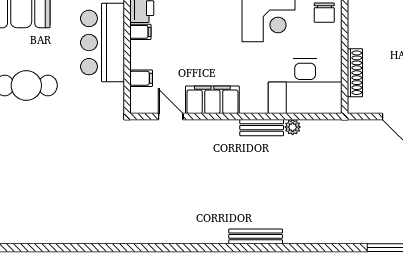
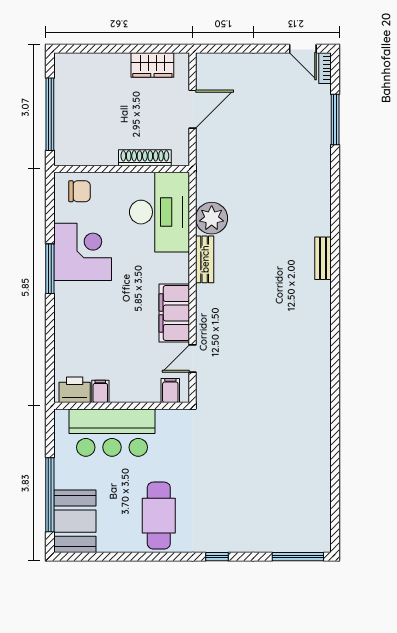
filing cabinet: (141, 78) -> (170, 391), moved
plant: (293, 127) -> (212, 218), width x1.87, depth x1.87
bench: (256, 236) -> (323, 258), width x0.73

